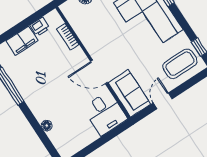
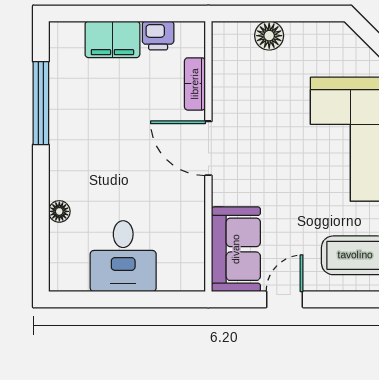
door: (99, 72) -> (208, 148), moved
desk: (105, 113) -> (123, 256), moved

